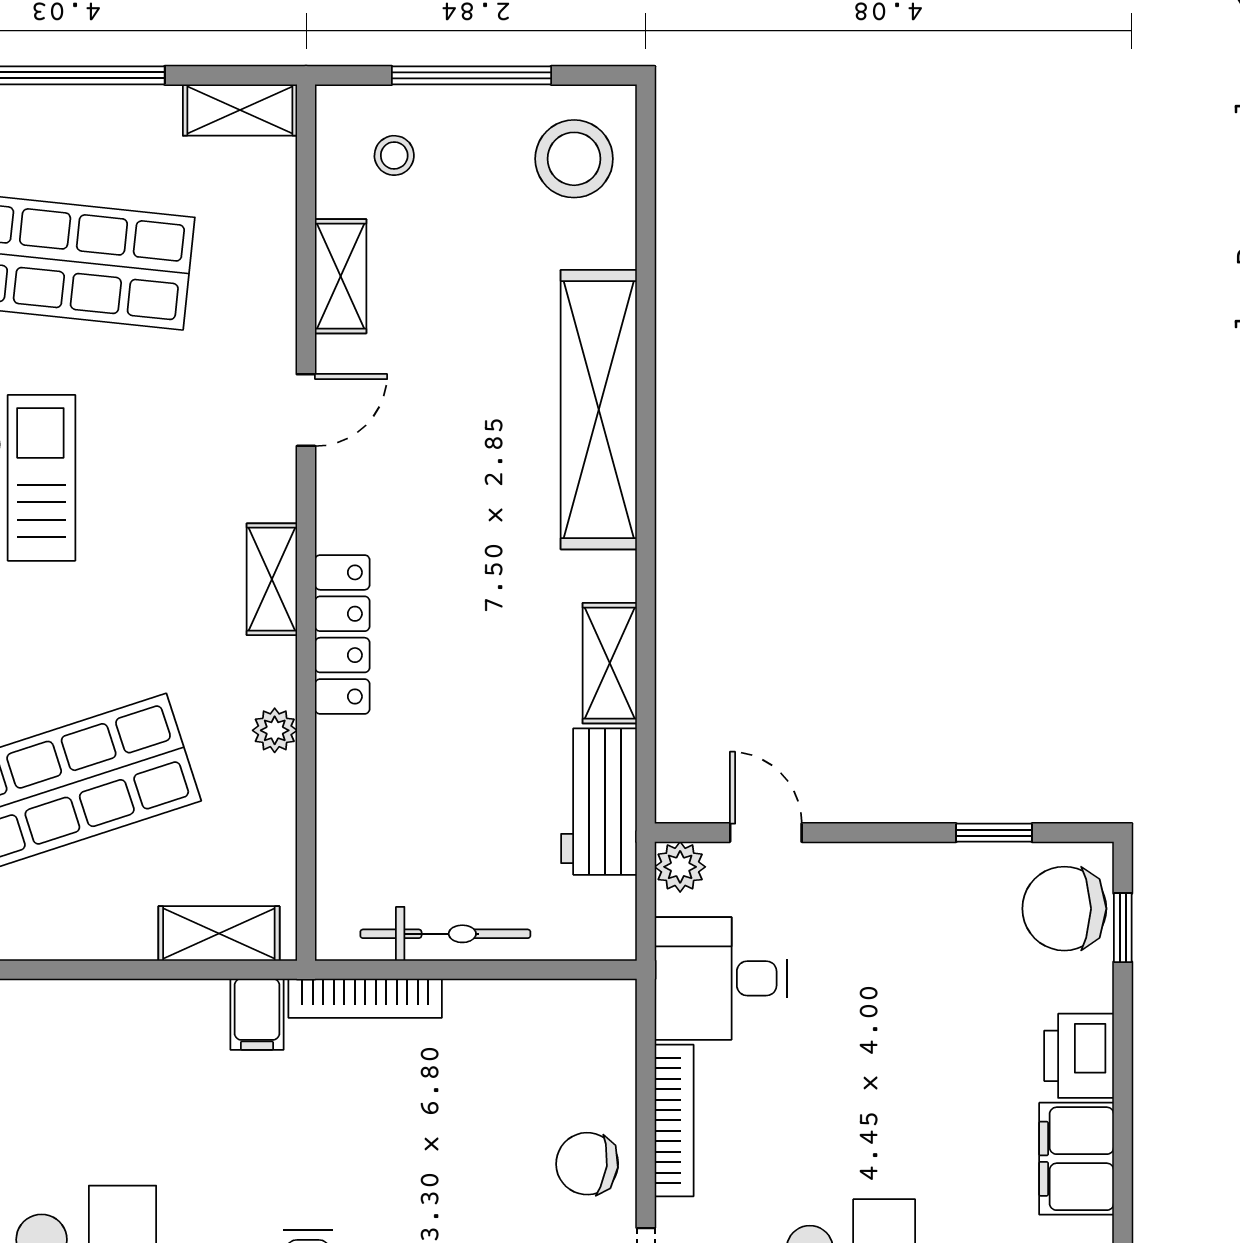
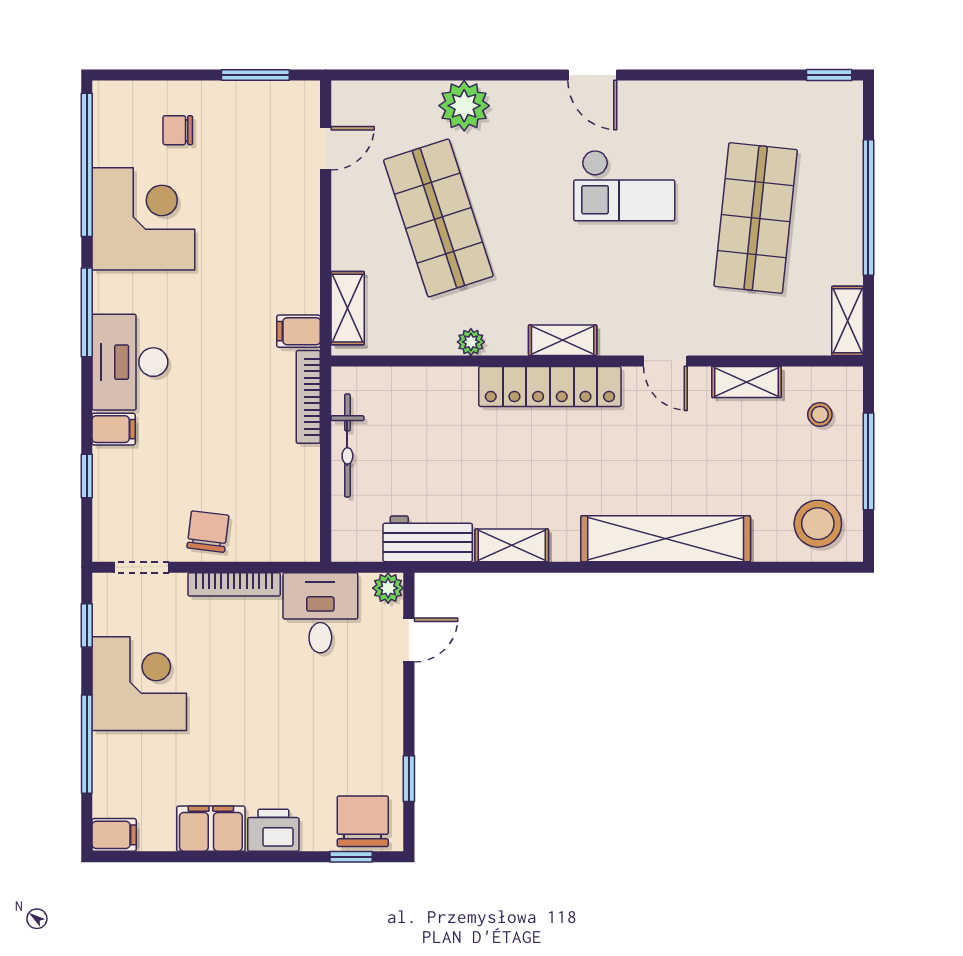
locker: (342, 634) -> (550, 386), width x1.41, depth x1.21

